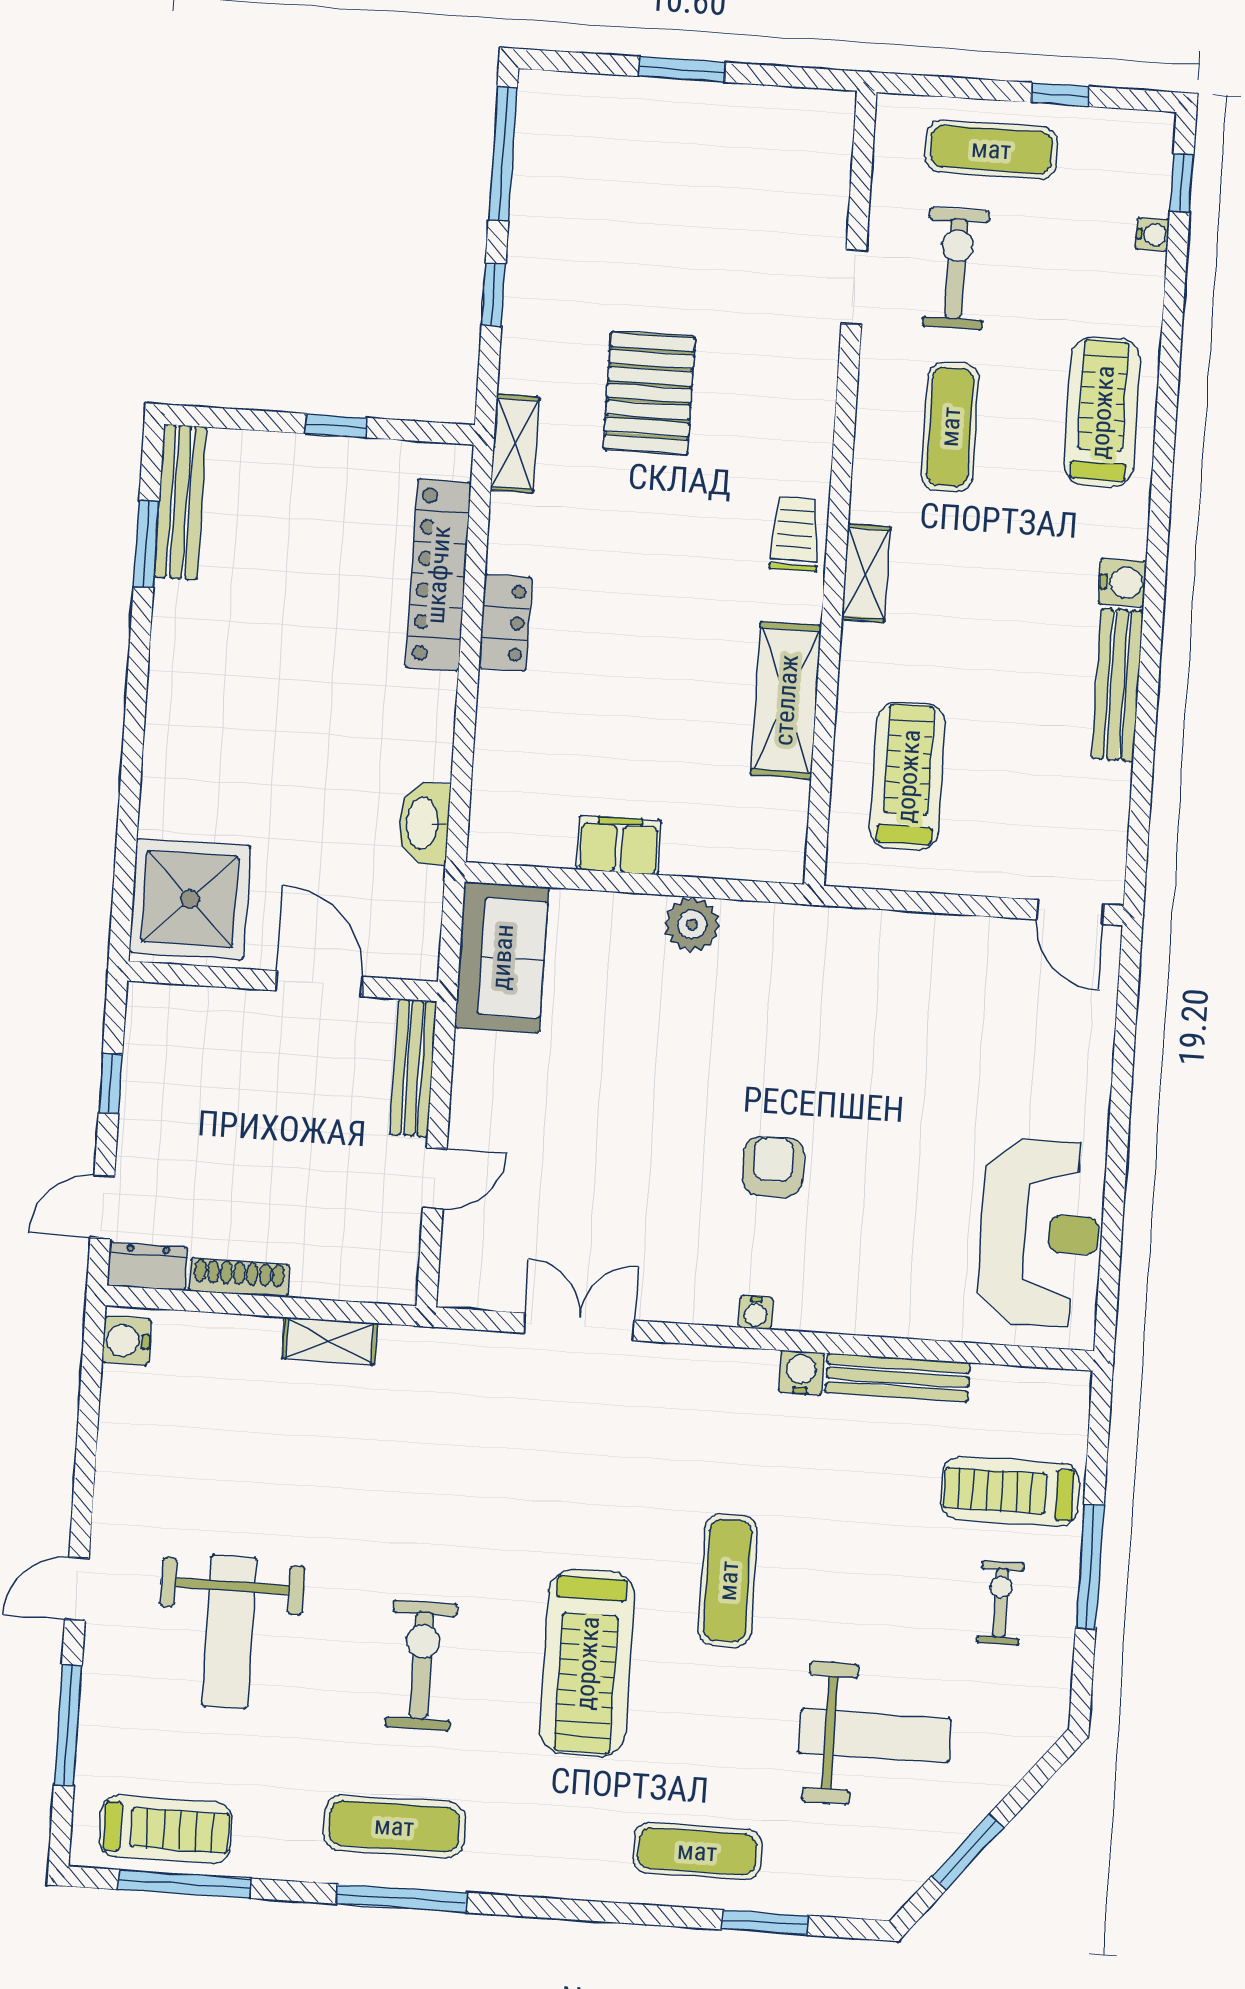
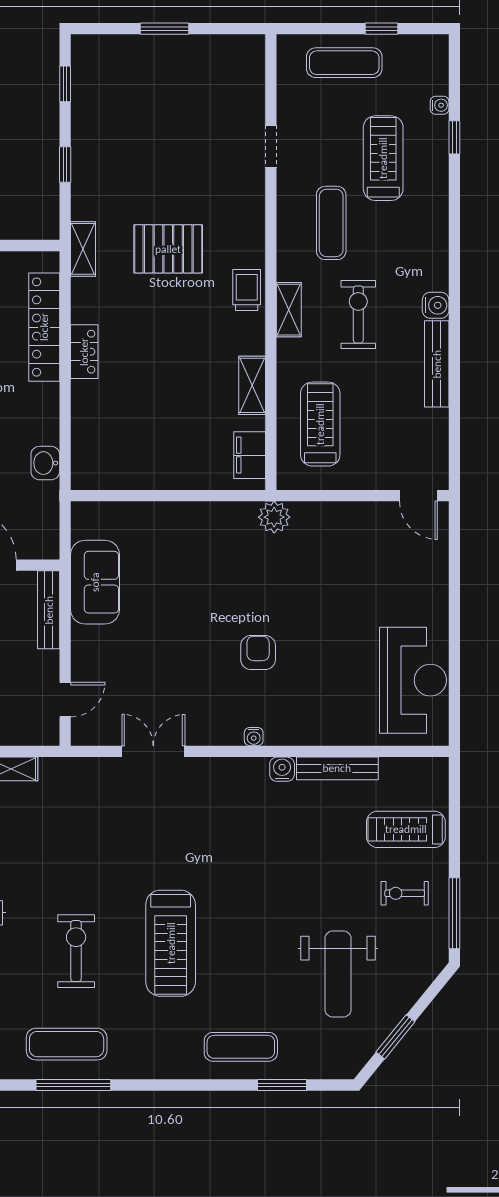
window: (503, 154) -> (65, 84), width x0.46
window: (1182, 182) -> (454, 137), moved
exercise bike: (956, 269) -> (358, 314), moved
pallet: (649, 393) -> (168, 249), moved, turned 90
treadmill: (1102, 412) -> (383, 158), moved
shelving: (786, 700) -> (252, 385), width x0.67, depth x0.75
washbasin: (424, 823) -> (45, 463), width x0.72
filing cabinet: (619, 845) -> (250, 455), moved, turned -90
plant: (692, 924) -> (274, 517), moved
sofa: (502, 957) -> (95, 582), moved
door: (435, 1179) -> (65, 700), moved
window: (1090, 1567) -> (454, 913), moved
exercise mat: (728, 1581) -> (248, 891), removed
exercise bike: (1000, 1603) -> (405, 893), turned -90
weight bench: (875, 1736) -> (338, 974), turned 90

